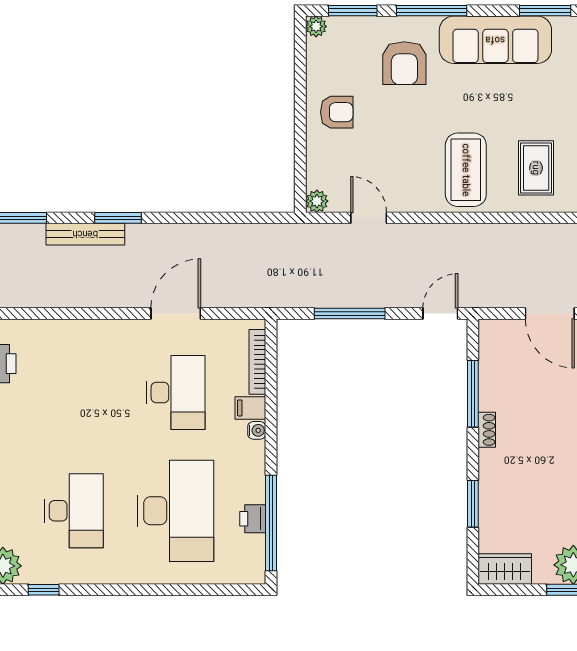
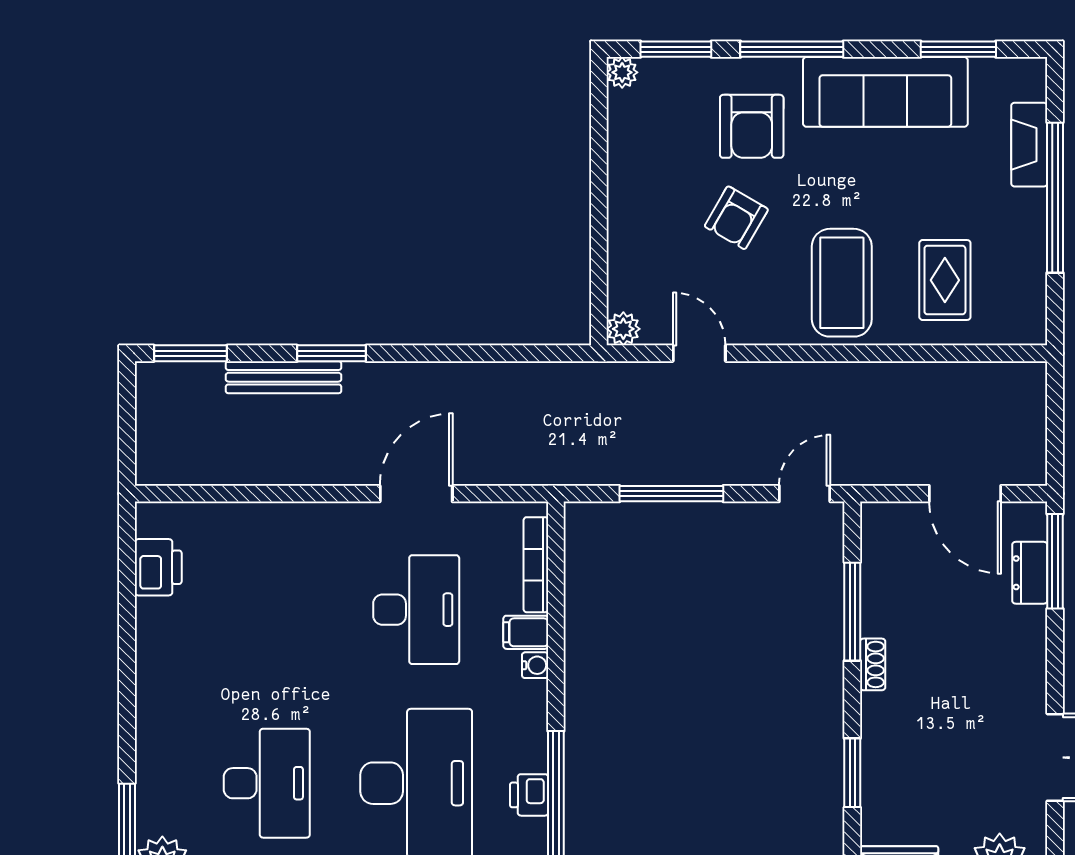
armchair: (337, 112) -> (736, 218), moved, turned 120

